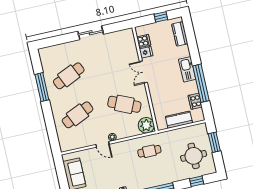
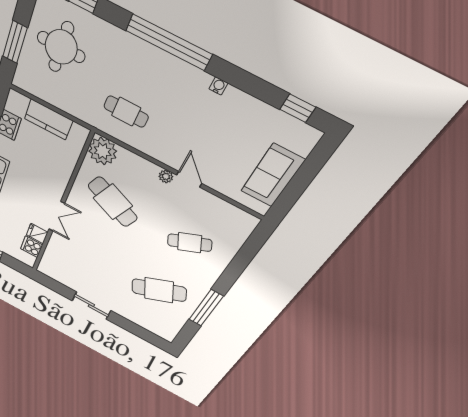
cafe table: (78, 115) -> (190, 243), width x0.73, depth x0.74

